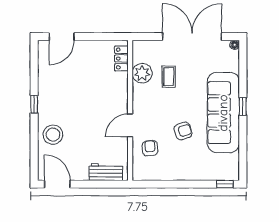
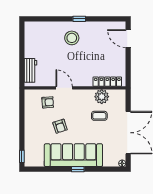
locker: (121, 59) -> (107, 82), width x1.53
stool: (53, 135) -> (72, 38), moved
door: (57, 184) -> (22, 35), removed

